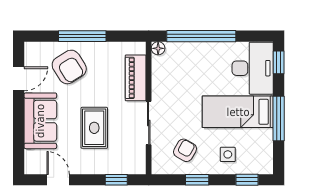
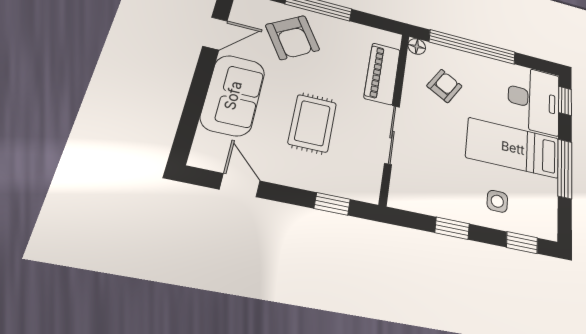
armchair: (185, 150) -> (444, 86), moved

